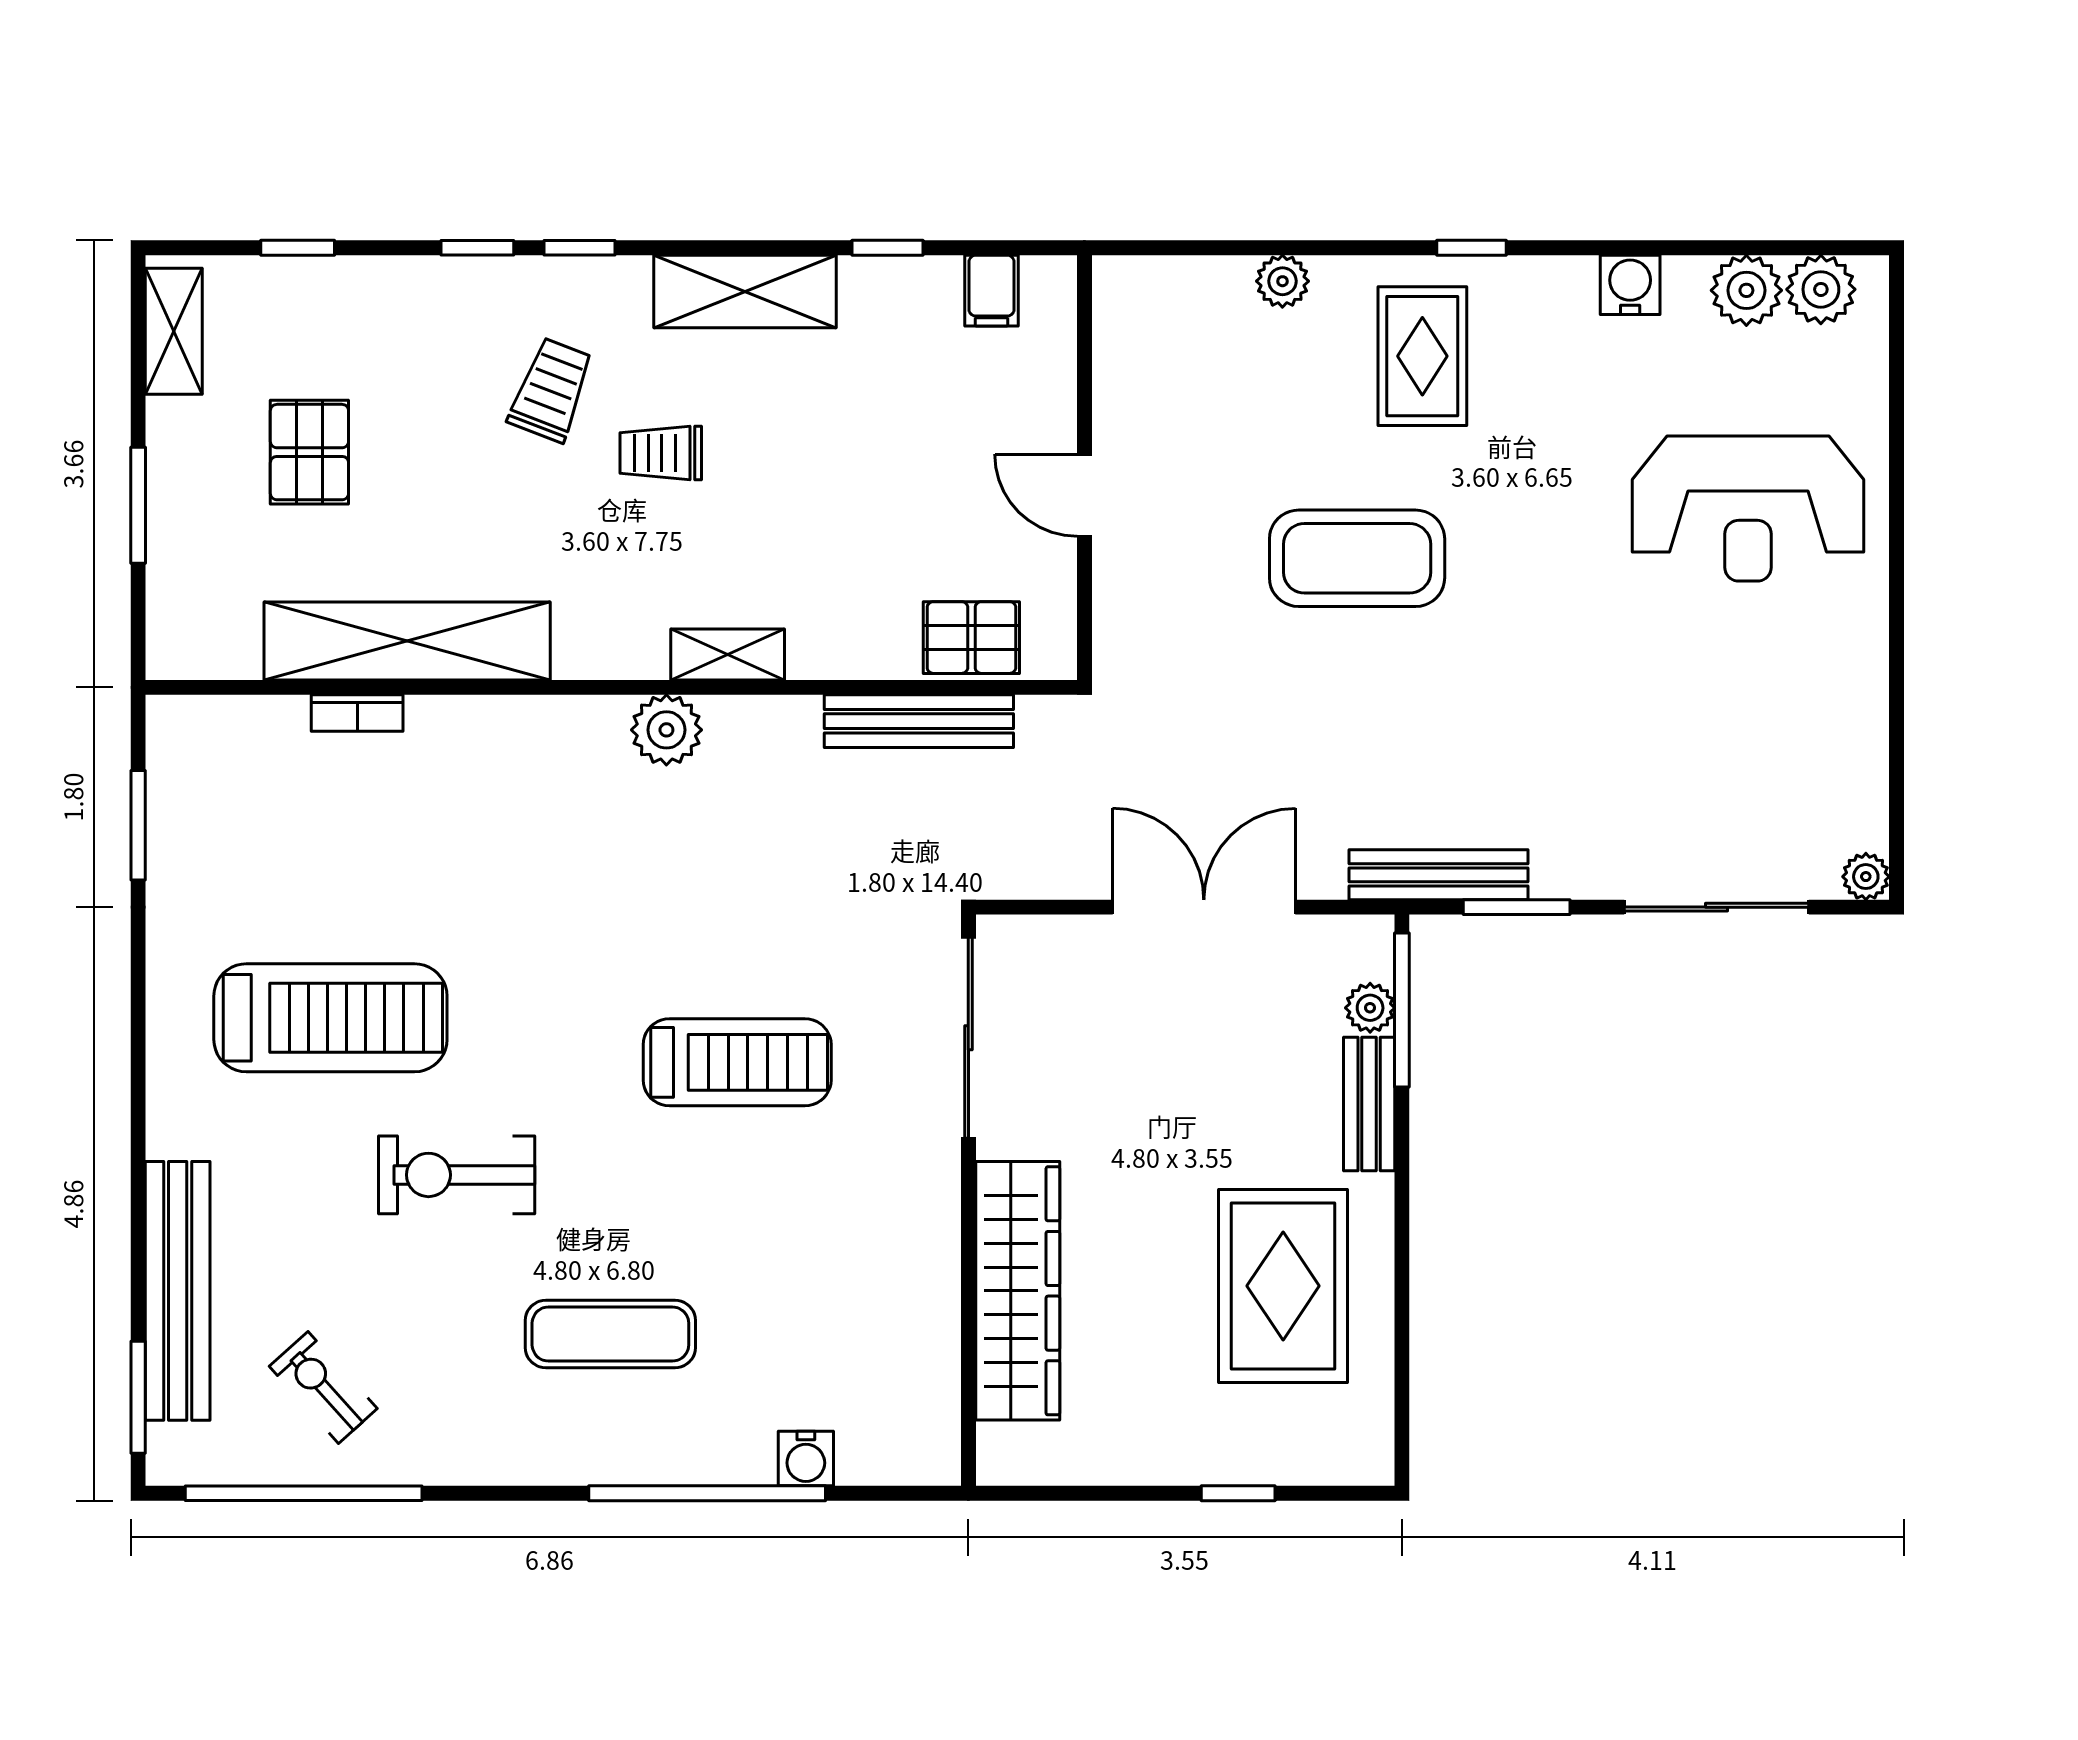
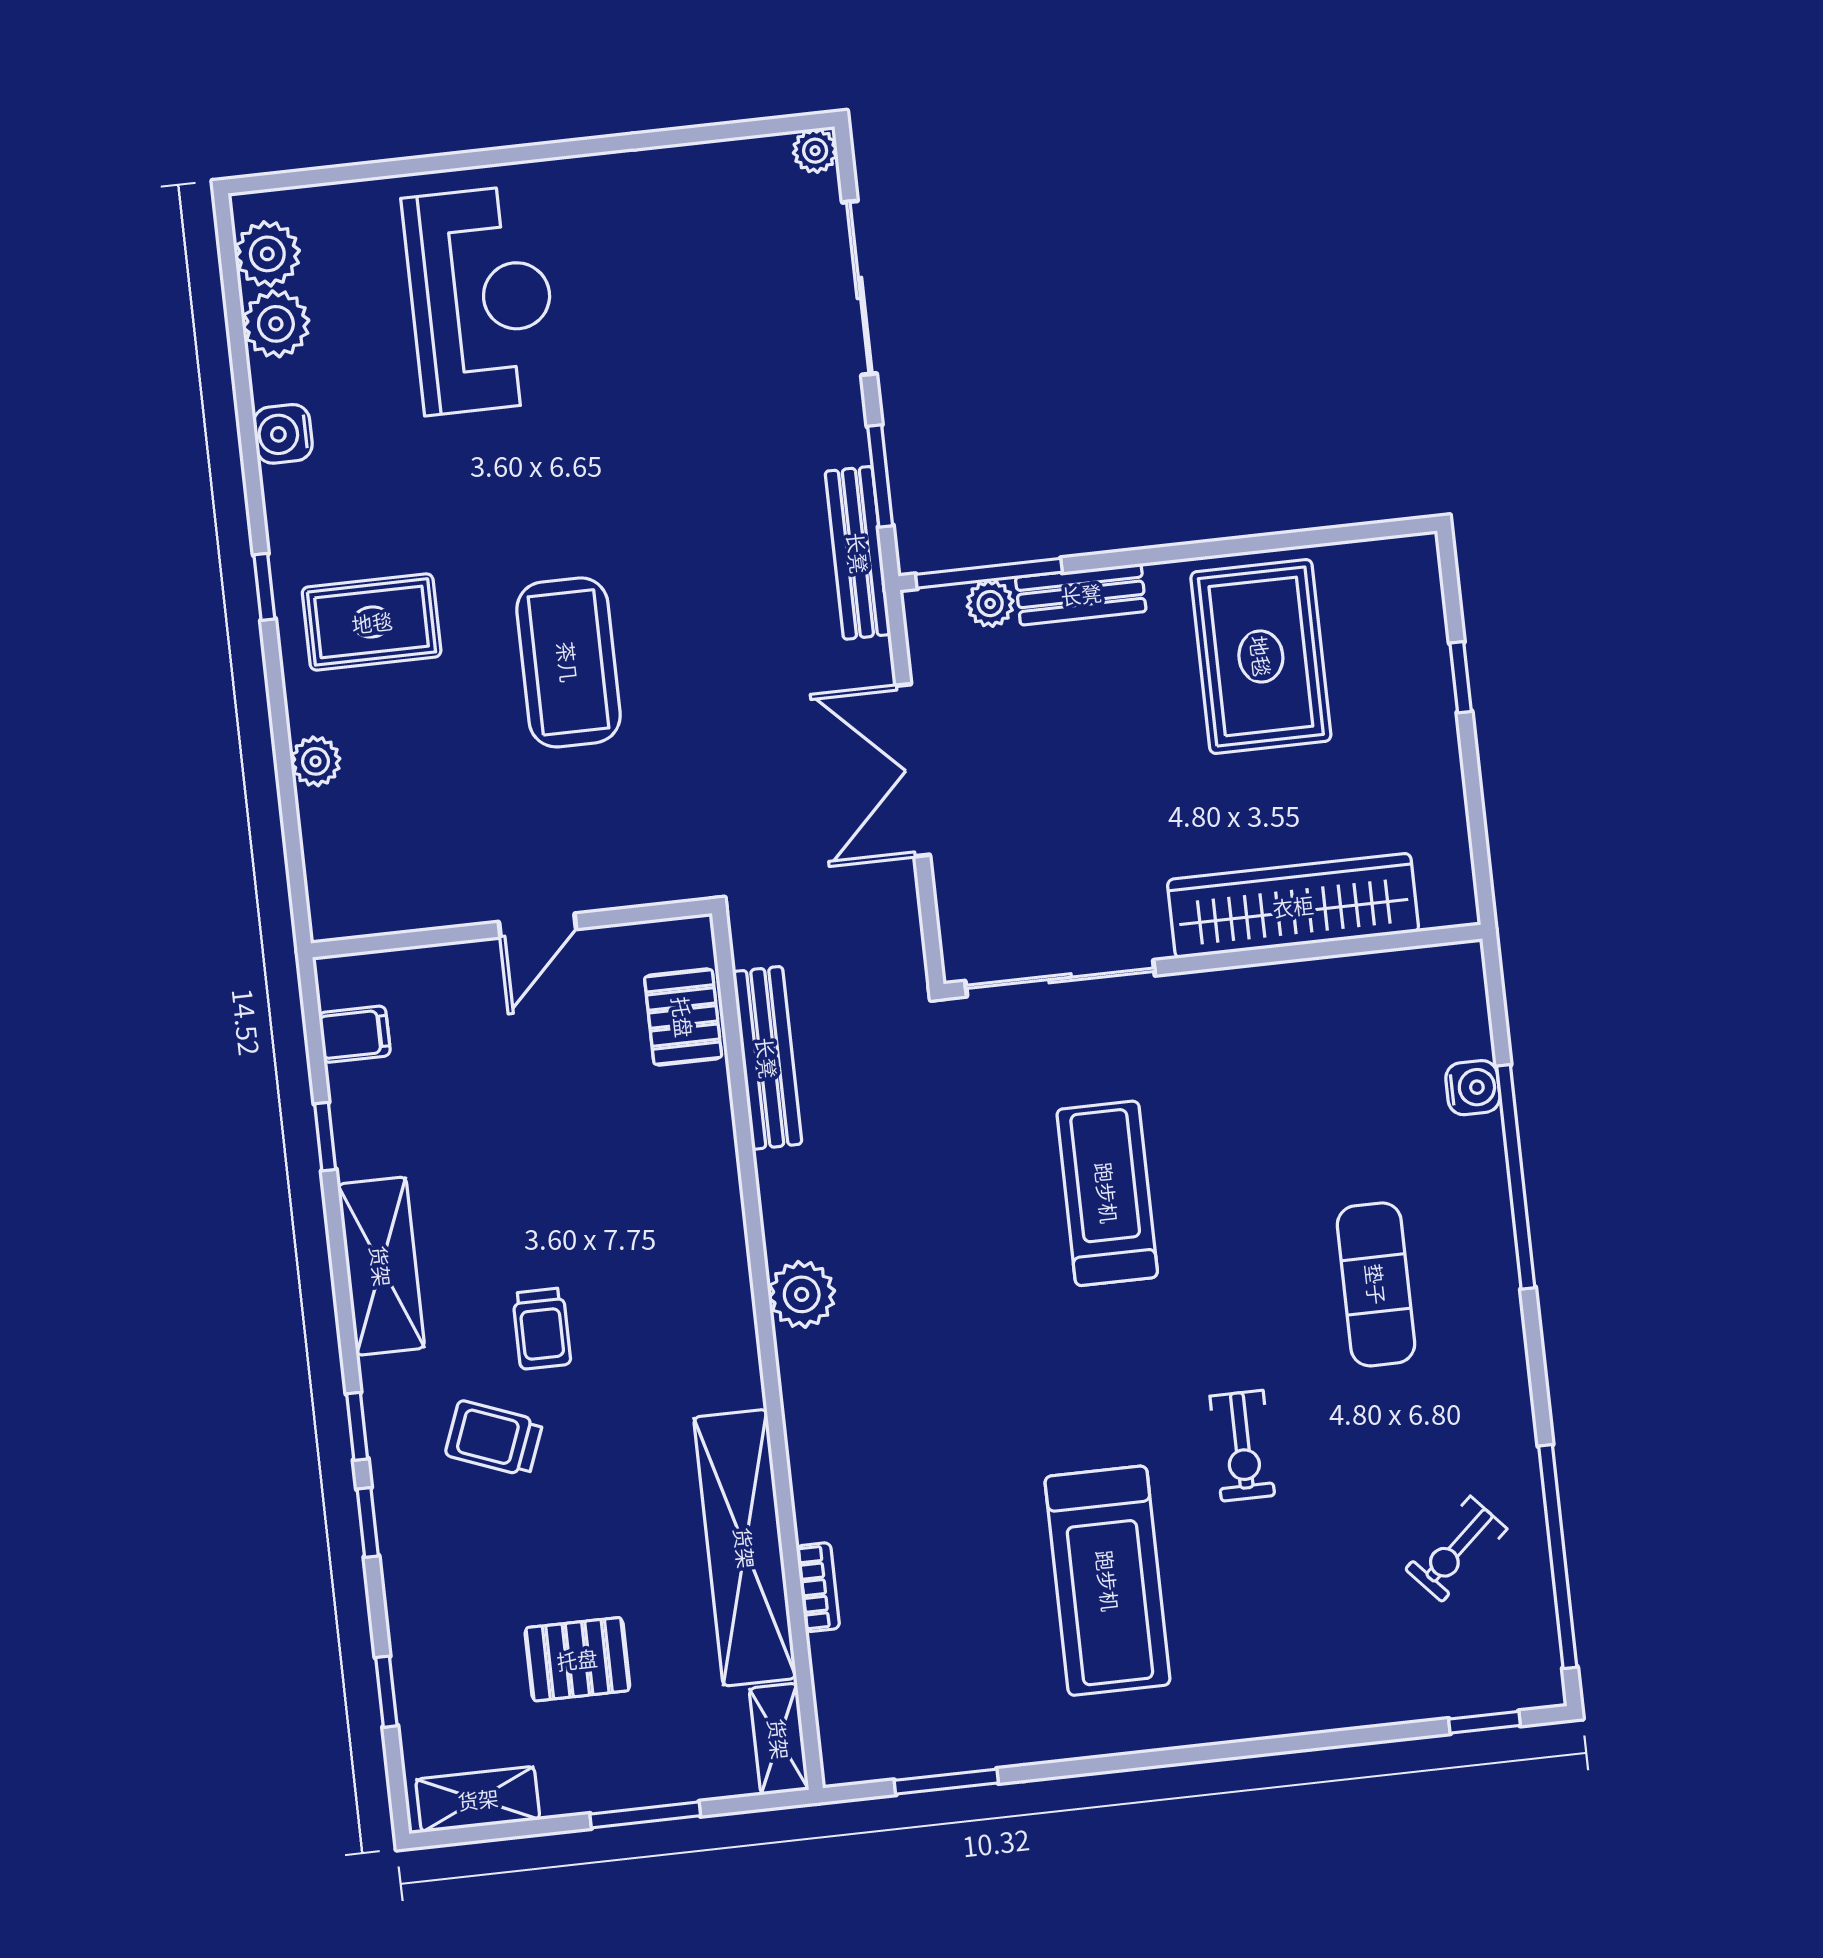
shelving: (728, 654) -> (779, 1739), moved
treadmill: (330, 1018) -> (1108, 1581), turned 180
exercise bike: (457, 1175) -> (1242, 1446), width x0.73, depth x0.72
rug: (1283, 1286) -> (1261, 656), turned 90
bench: (178, 1291) -> (1380, 1696), removed
window: (138, 1397) -> (1485, 1722), width x0.67

